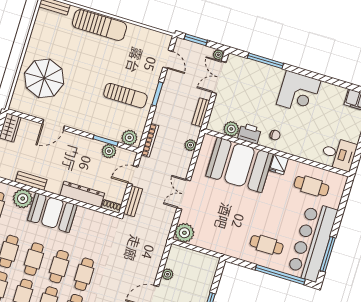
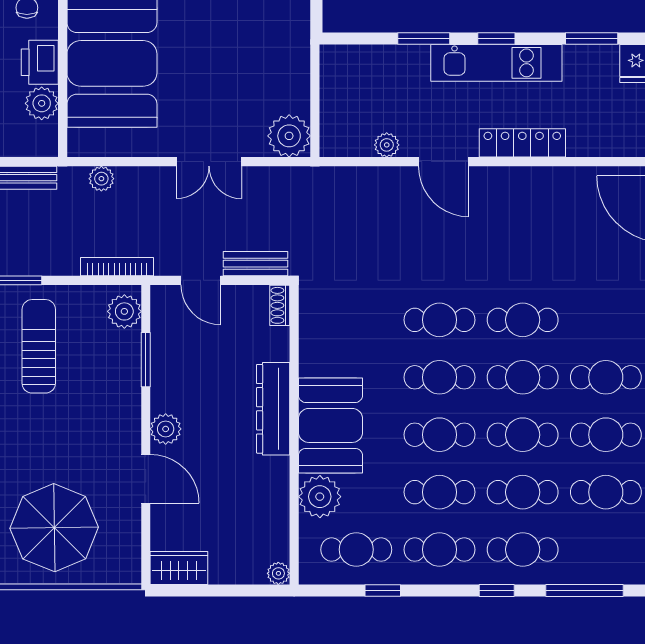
plant: (109, 151) -> (166, 429), moved
bench: (31, 181) -> (277, 490), removed
dresser: (82, 194) -> (273, 409), moved

